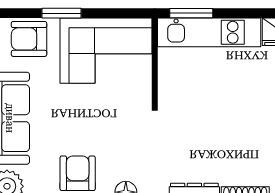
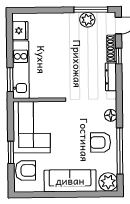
armchair: (29, 39) -> (26, 170), turned -90

